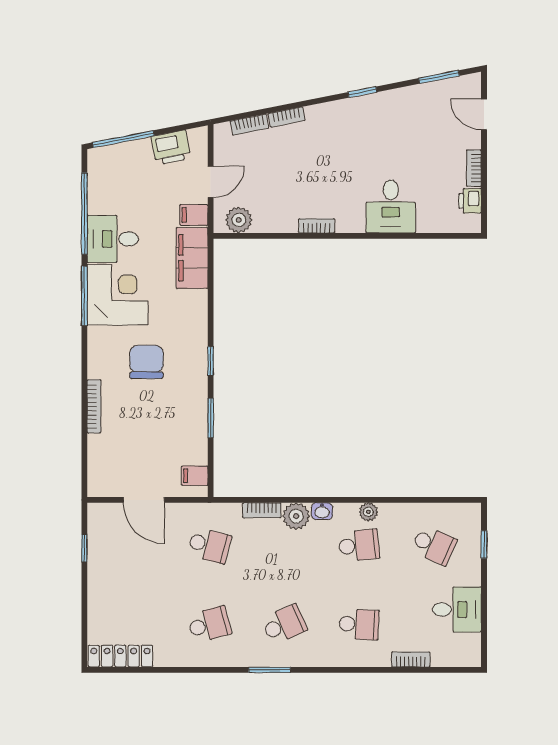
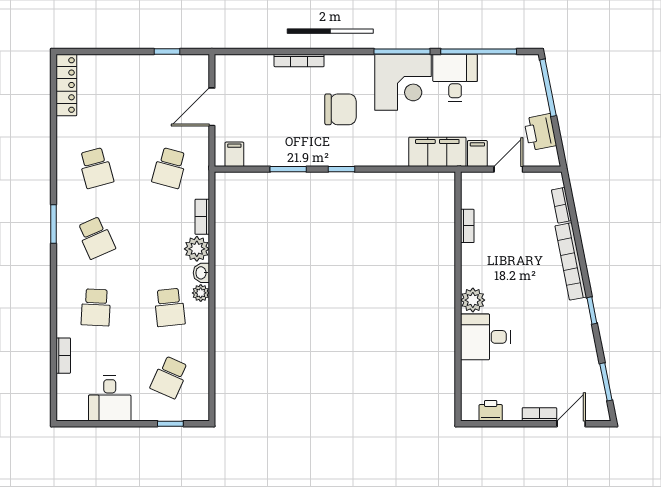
bookcase: (287, 117) -> (571, 261), width x2.31, depth x1.31
bookcase: (474, 168) -> (539, 414), moved
door: (211, 182) -> (508, 169), swing flipped
plant: (239, 220) -> (473, 300), moved
bookcase: (317, 226) -> (467, 226), moved
plant: (368, 512) -> (201, 293), moved

